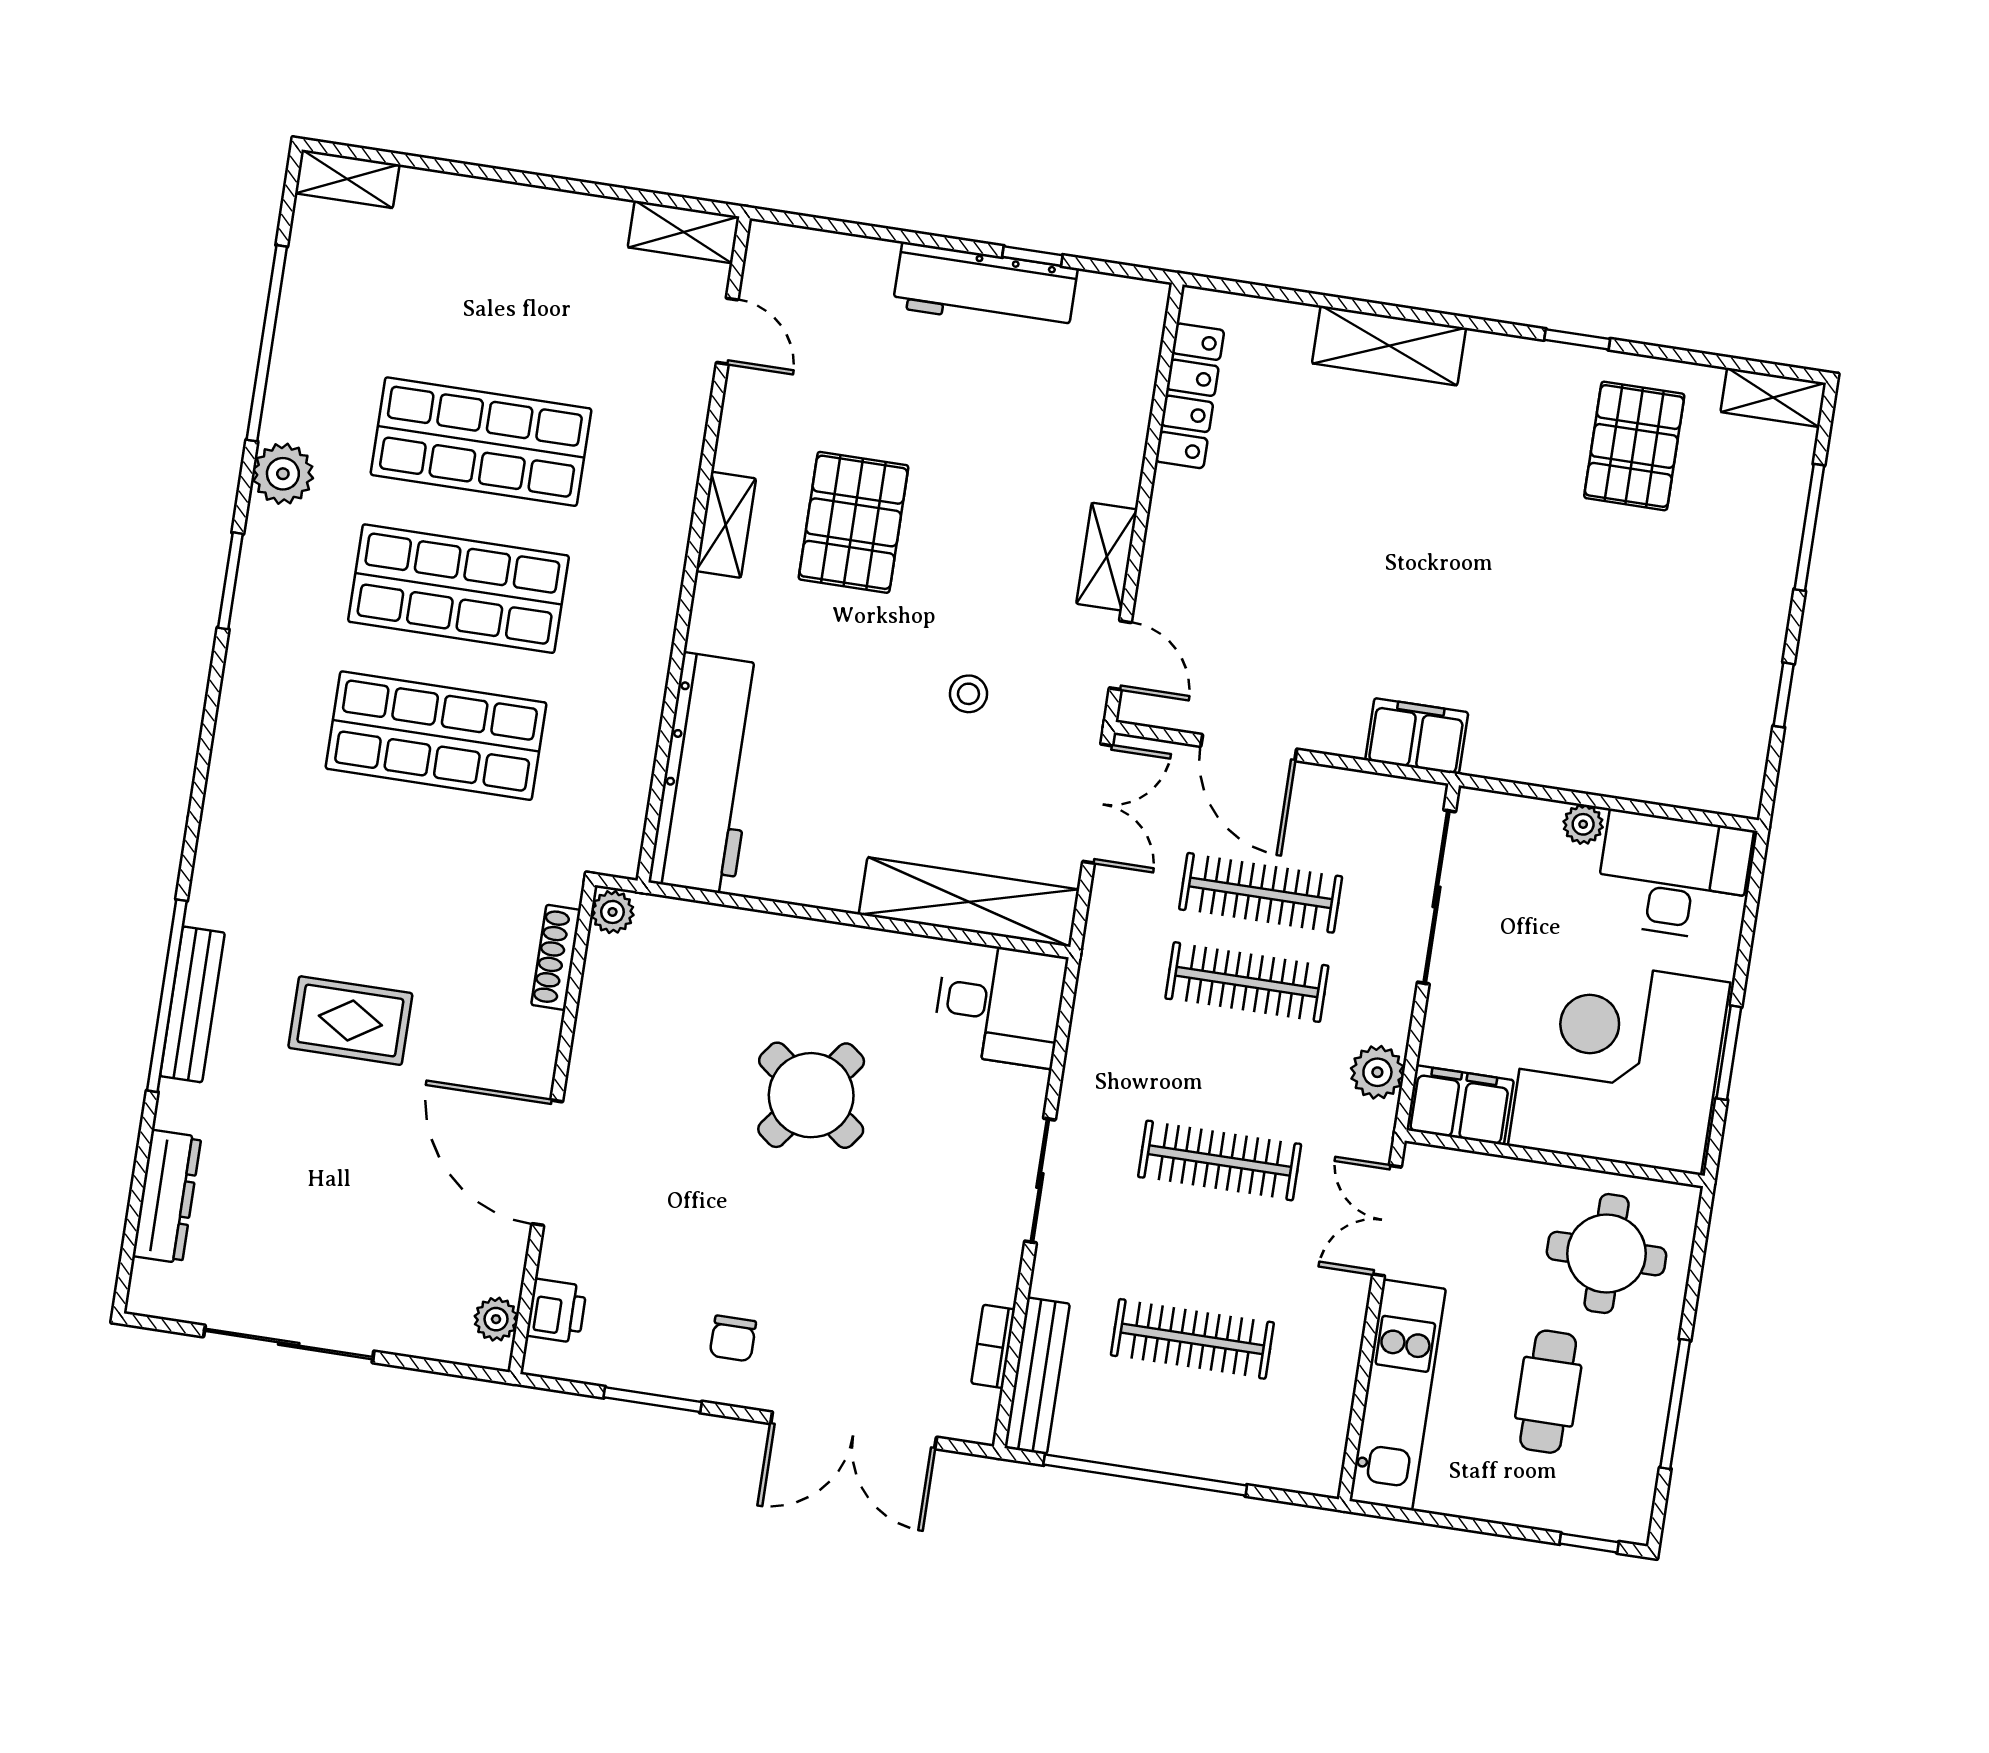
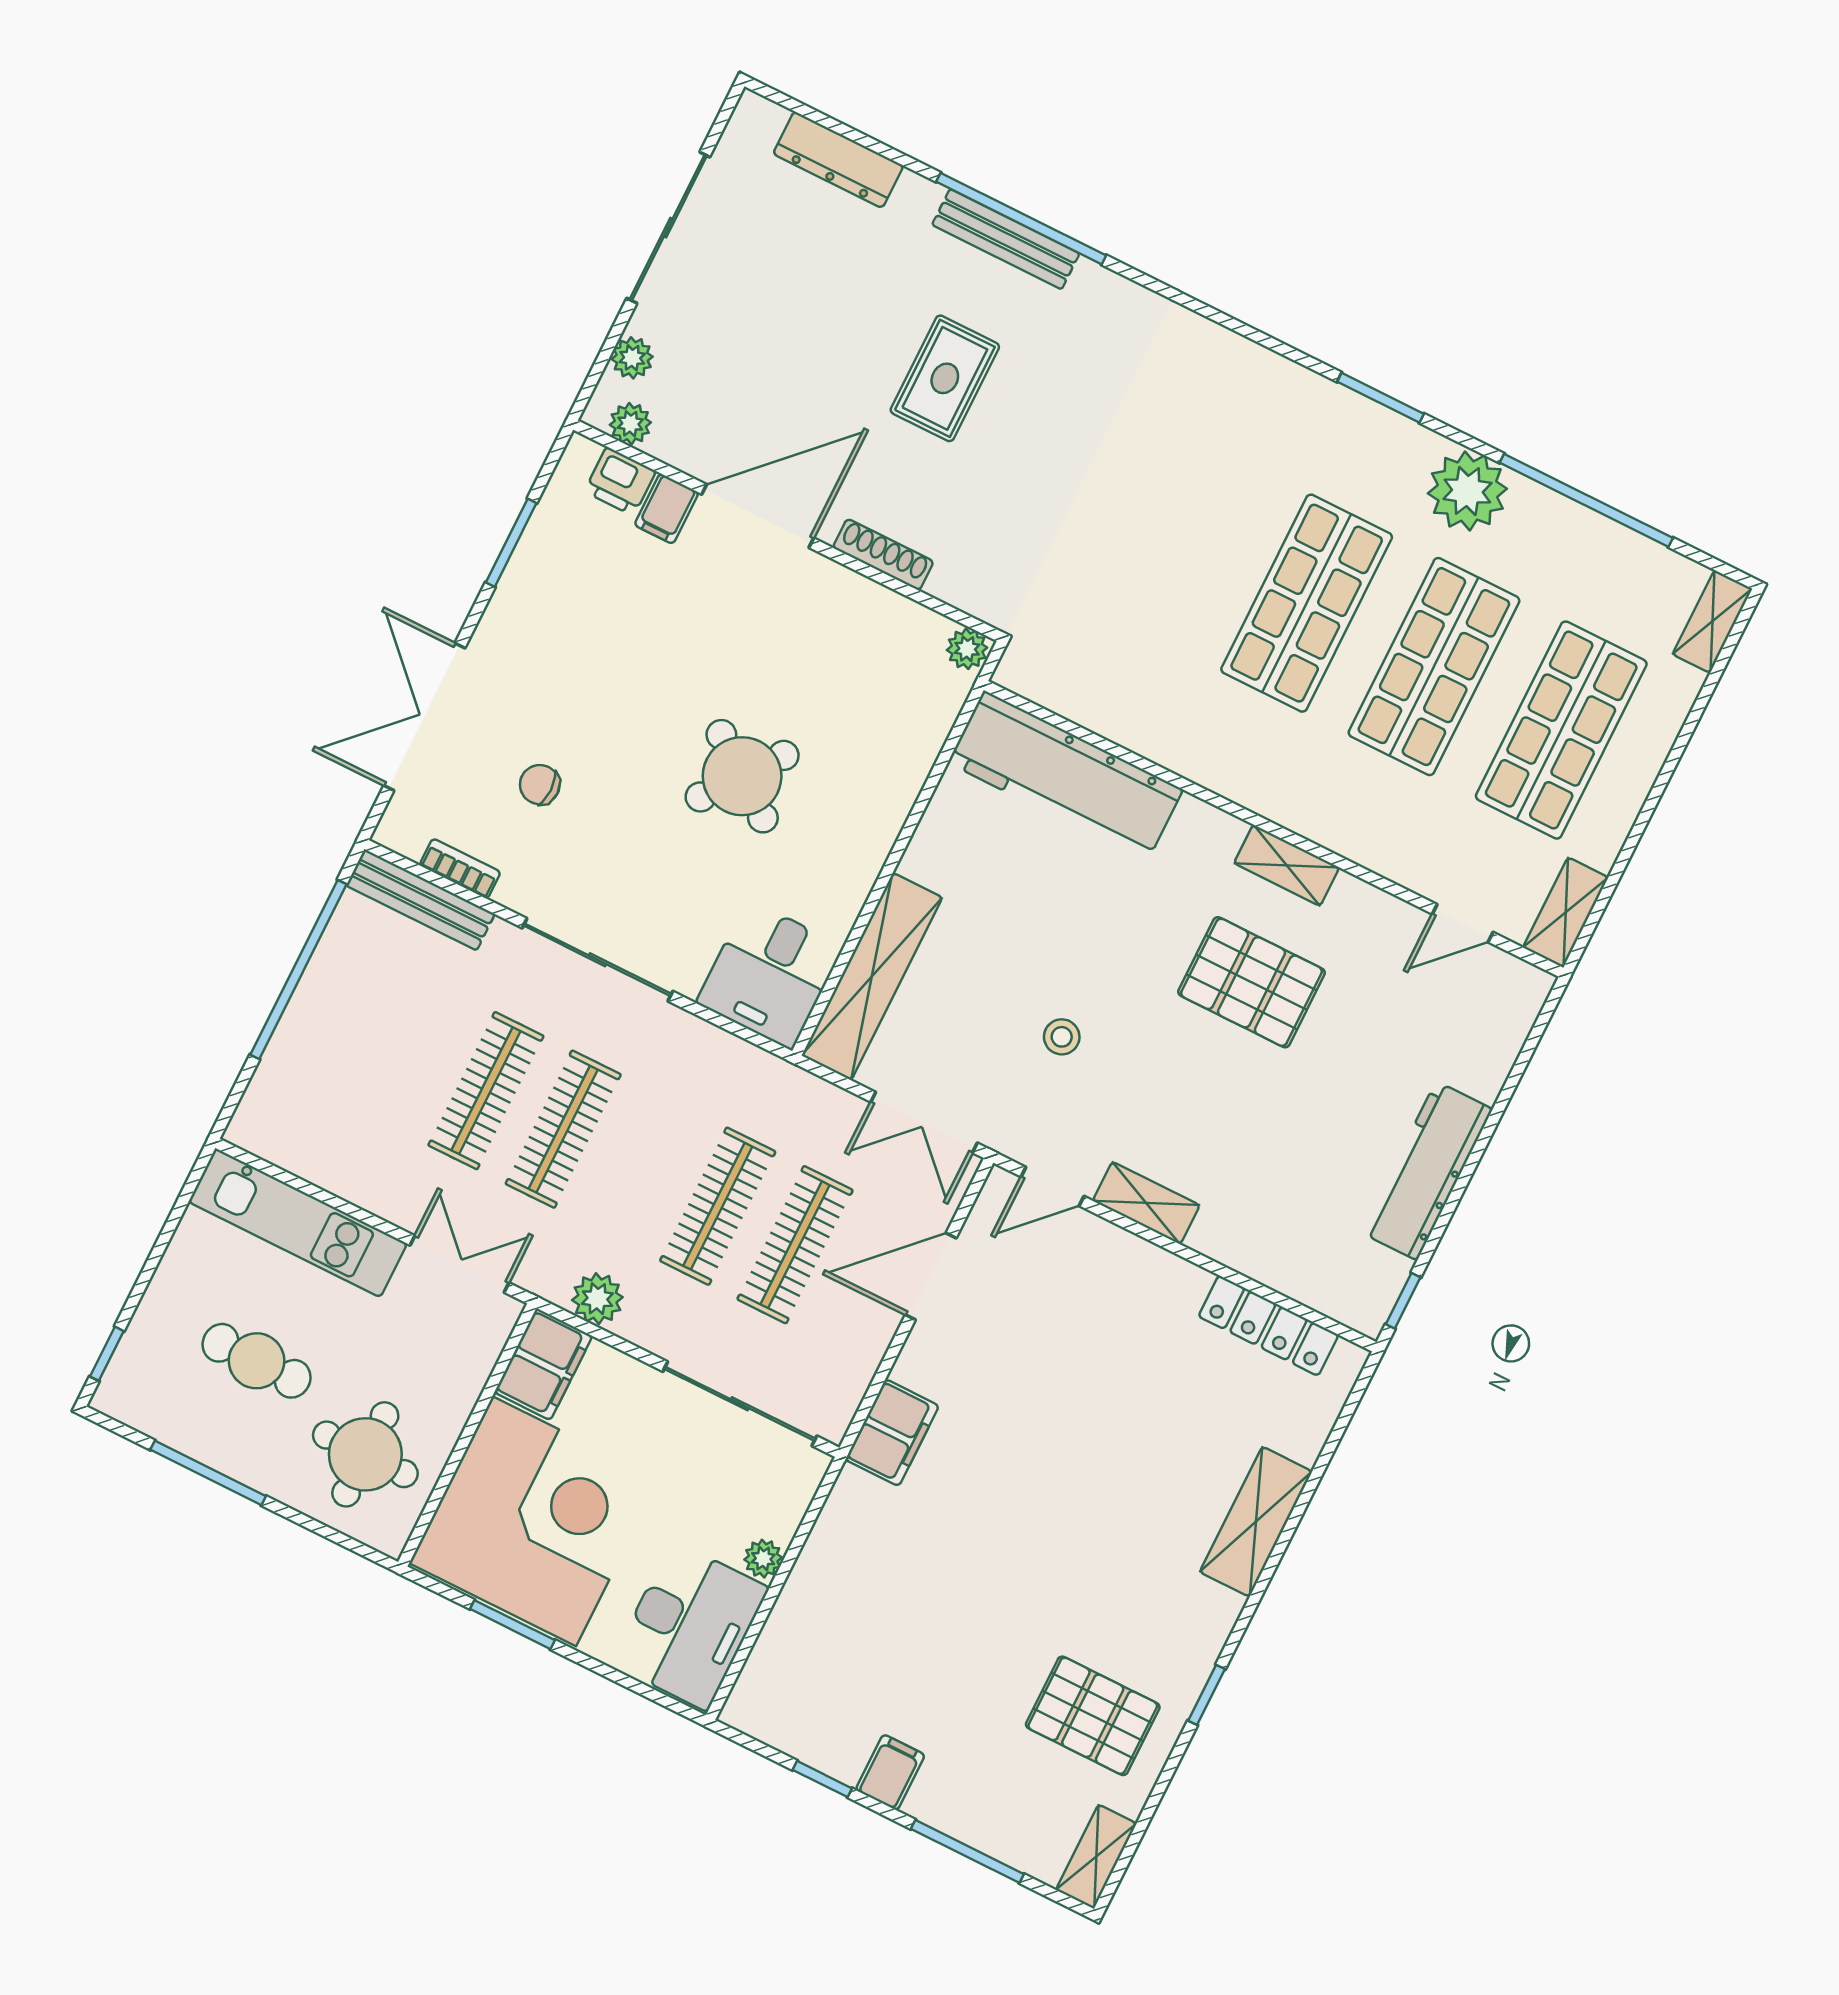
window: (1032, 256) -> (1403, 1301), moved
plant: (283, 474) -> (1467, 491), width x1.36, depth x1.36
filing cabinet: (1755, 629) -> (890, 1772), added
shop shelf: (436, 736) -> (1561, 730), moved
shoe rack: (556, 957) -> (883, 555), moved
sliding door: (1040, 1181) -> (597, 960), width x1.37
filing cabinet: (569, 1256) -> (666, 509), added
plant: (430, 1338) -> (632, 358), added
chair: (733, 1338) -> (540, 785), moved
clothes rail: (1192, 1339) -> (486, 1091), moved

